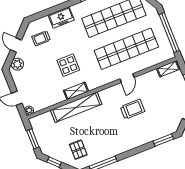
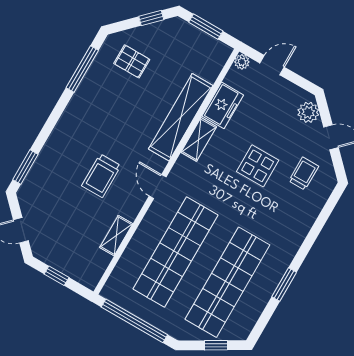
freezer: (61, 18) -> (223, 105), moved, turned 180
display table: (68, 65) -> (258, 166), moved
shelving: (168, 69) -> (116, 236), moved
door: (127, 78) -> (158, 187), moved

